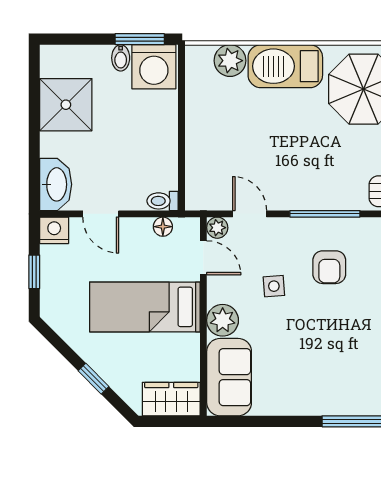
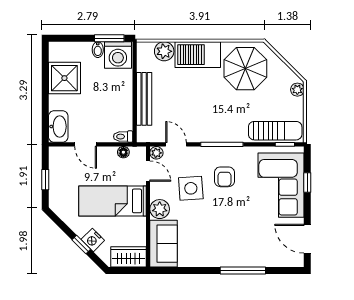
bench: (197, 139) -> (144, 99), added
nightstand: (54, 230) -> (93, 240), moved, turned -135
side table: (274, 286) -> (191, 188), width x1.87, depth x1.87

